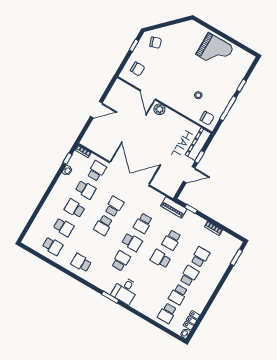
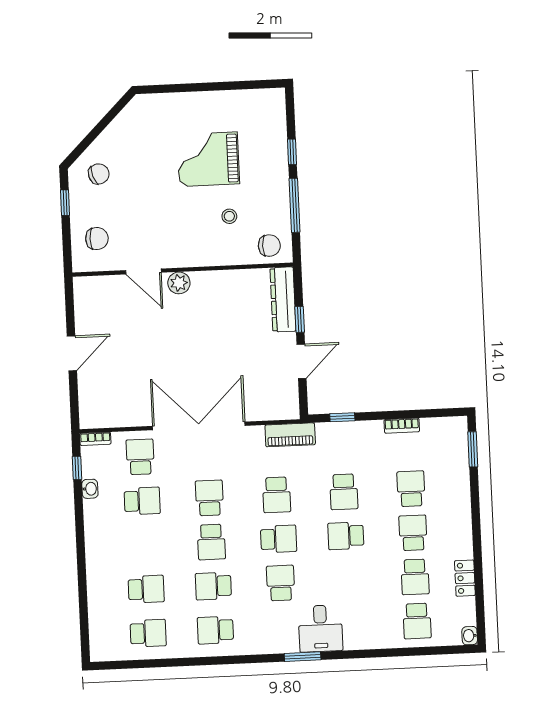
grand piano: (215, 51) -> (208, 159), moved, turned 180
piano: (174, 207) -> (290, 435), moved
school desk: (75, 208) -> (213, 586), moved
locker: (192, 320) -> (465, 578), moved

